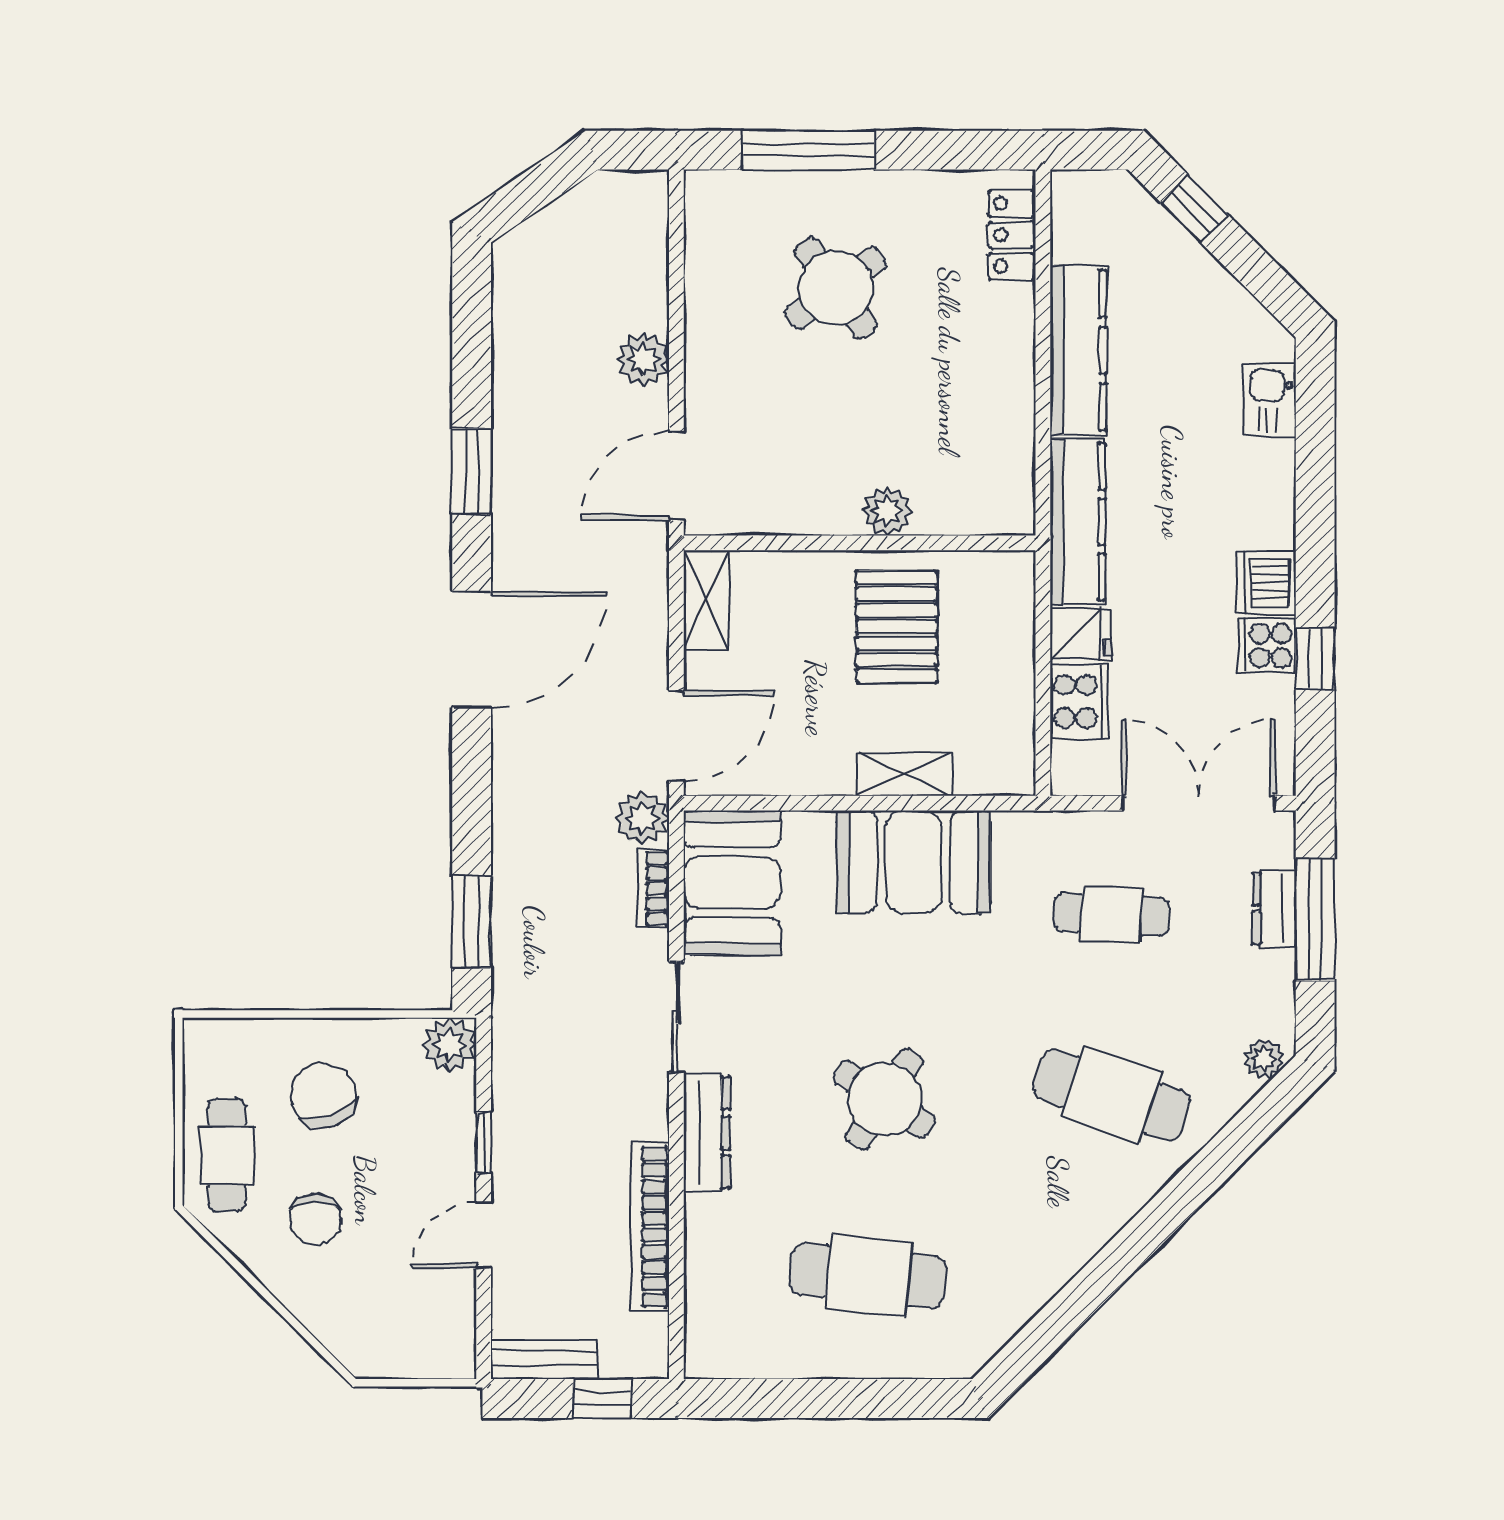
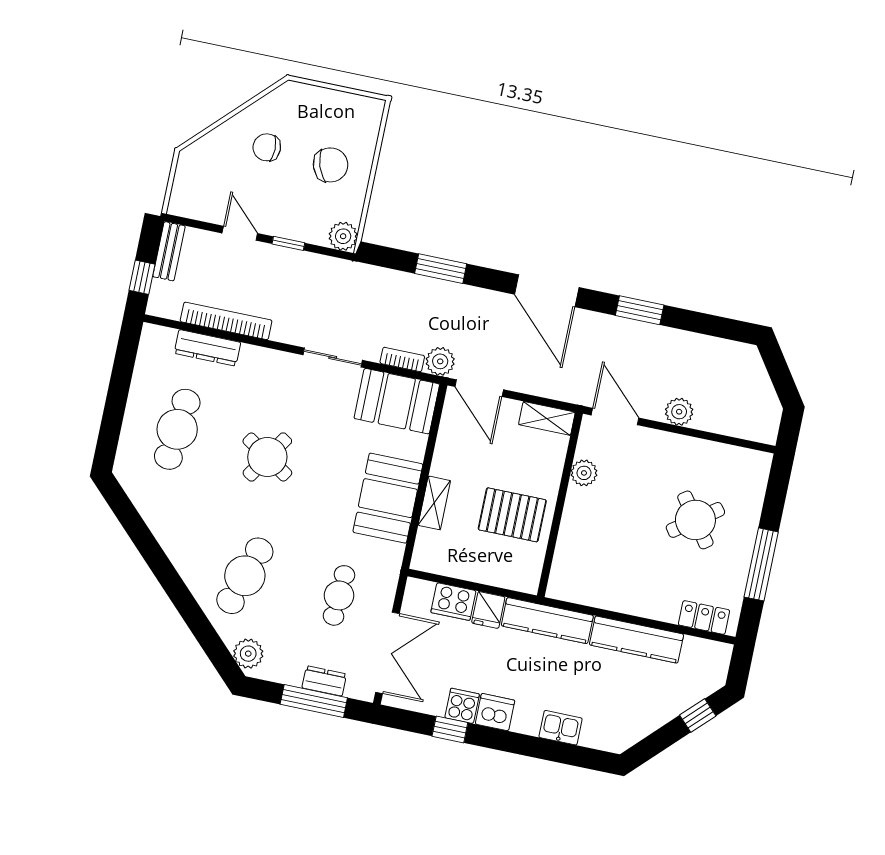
window: (808, 150) -> (761, 564), moved
kitchen sink: (1270, 400) -> (561, 728), moved
plant: (887, 511) -> (584, 473), moved
window: (472, 921) -> (441, 269), moved
plant: (1264, 1059) -> (248, 654), width x1.38, depth x1.38
dresser: (707, 1133) -> (207, 348), moved
cafe table: (227, 1155) -> (310, 108), removed

